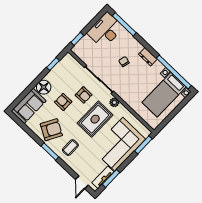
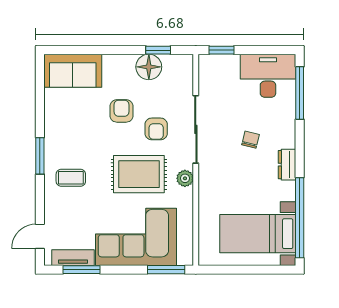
floor lamp: (44, 87) -> (149, 67), moved
armchair: (51, 130) -> (70, 130), removed

